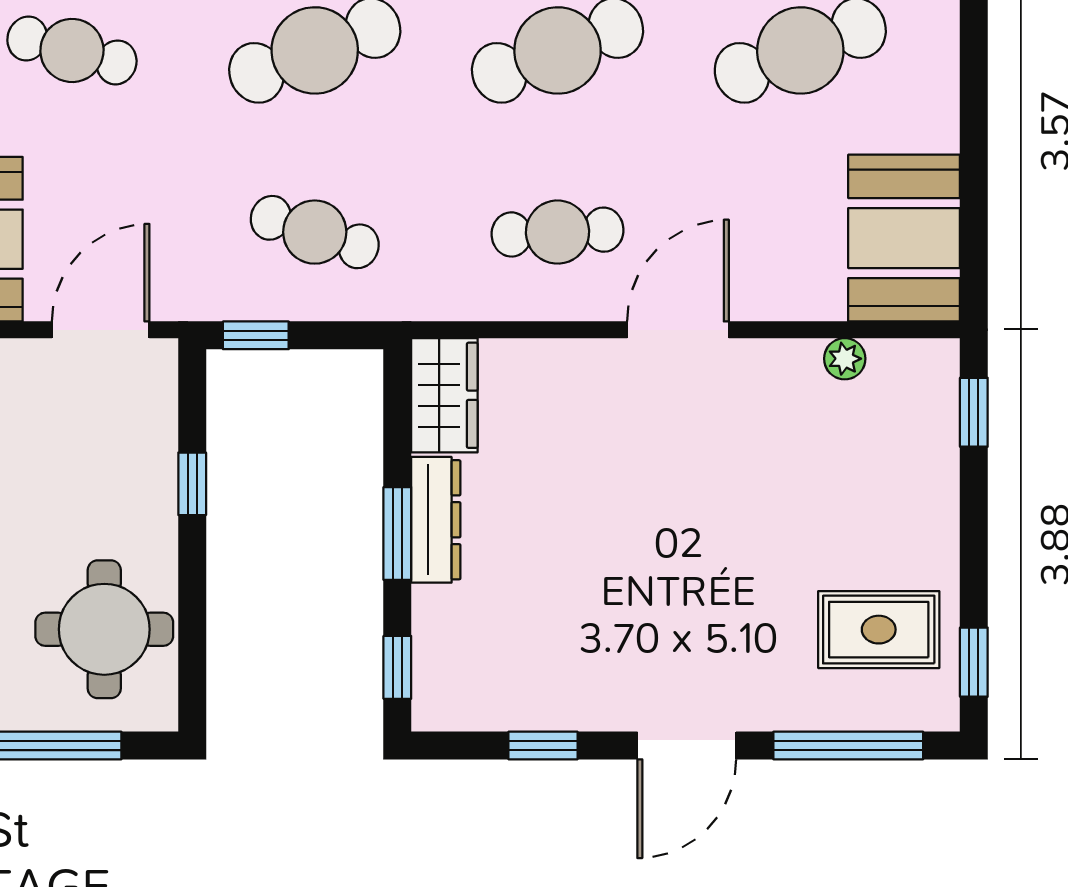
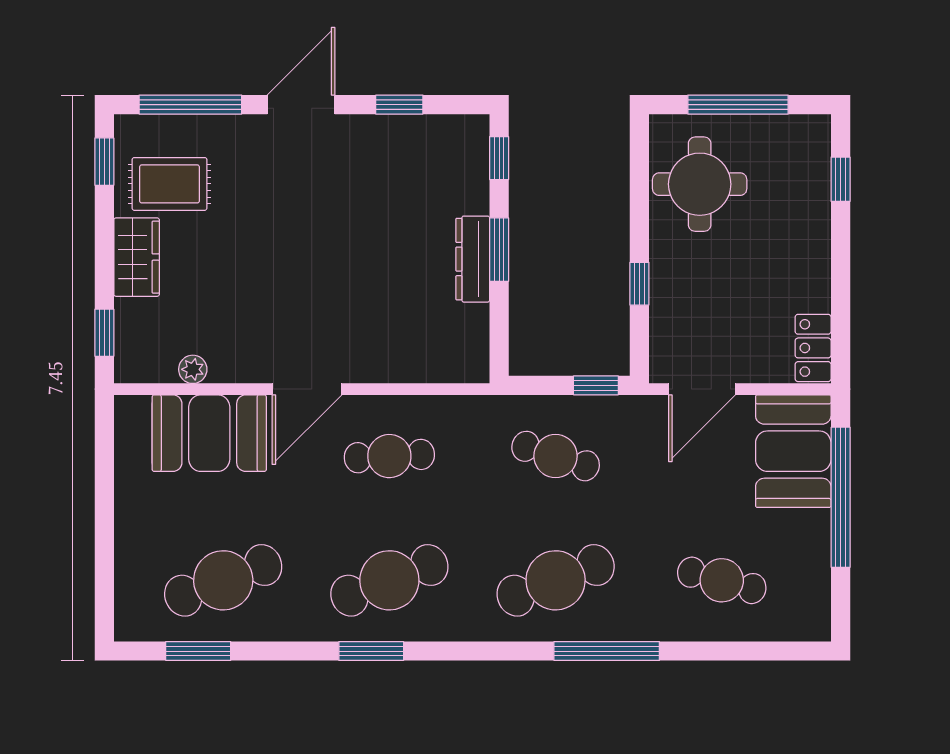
booth: (904, 238) -> (209, 433), moved, turned 90
wardrobe: (444, 395) -> (137, 257), moved, turned 180

